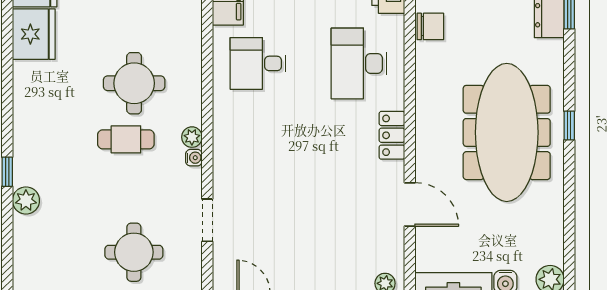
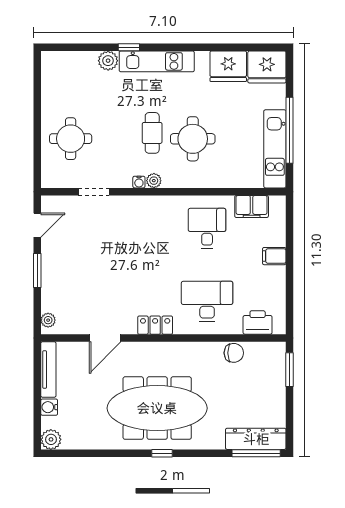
chair: (430, 26) -> (234, 353), turned -90
kitchen unit: (27, 133) -> (157, 61), added

